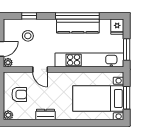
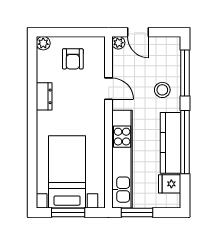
window: (29, 16) -> (185, 73), width x2.17
fridge: (117, 27) -> (170, 184), moved
stool: (28, 36) -> (162, 90), moved
door: (40, 69) -> (109, 89), swing flipped

